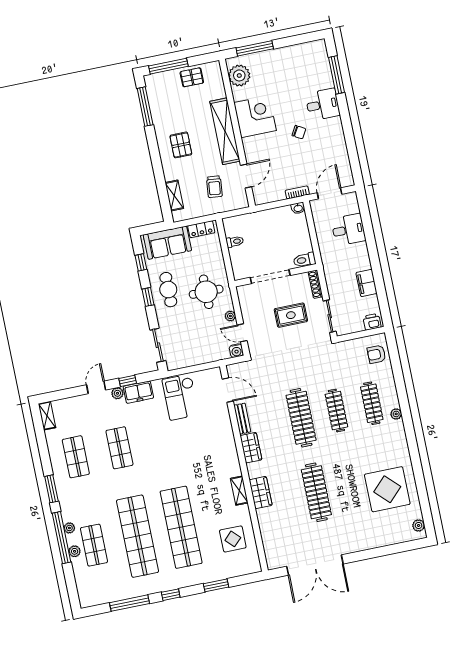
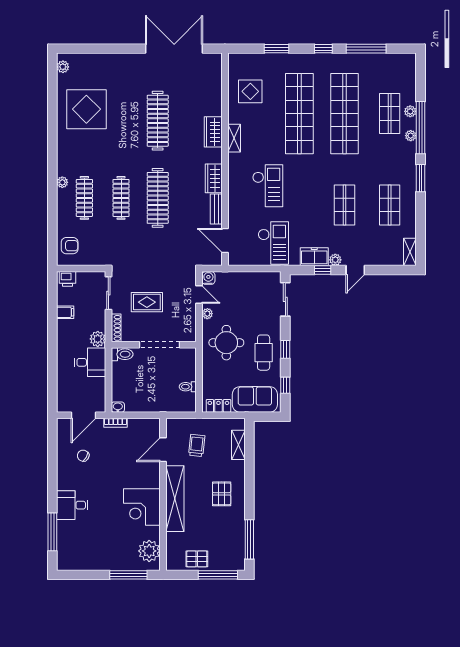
chair: (299, 132) -> (83, 456), moved
desk: (348, 230) -> (90, 362), moved, turned 180
plant: (331, 270) -> (98, 339), added
filing cabinet: (366, 283) -> (65, 312), width x0.50
checkout: (197, 451) -> (268, 186), added

